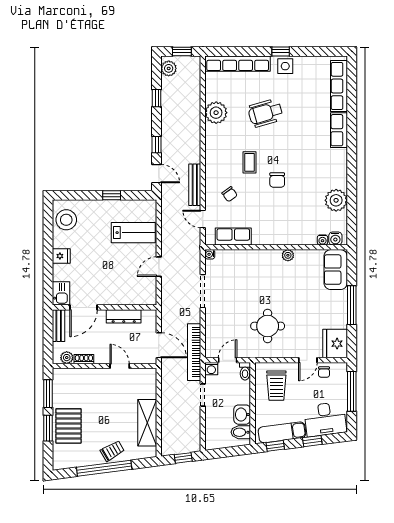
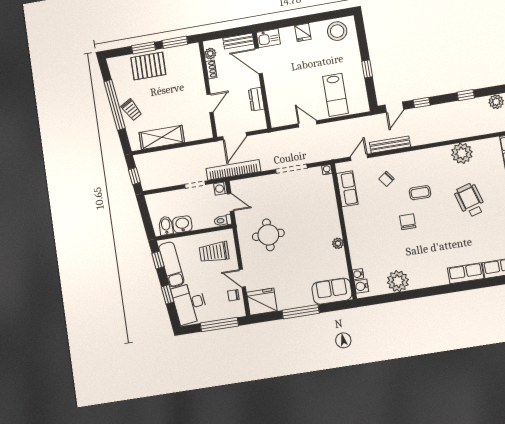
chair: (277, 180) -> (408, 222), turned 90
dresser: (124, 316) -> (256, 99), width x0.70

